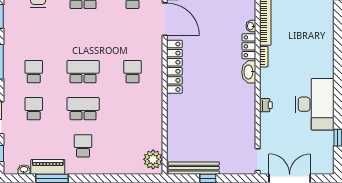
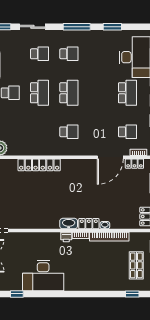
locker: (174, 67) -> (39, 165), moved
printer: (266, 105) -> (66, 237), moved

